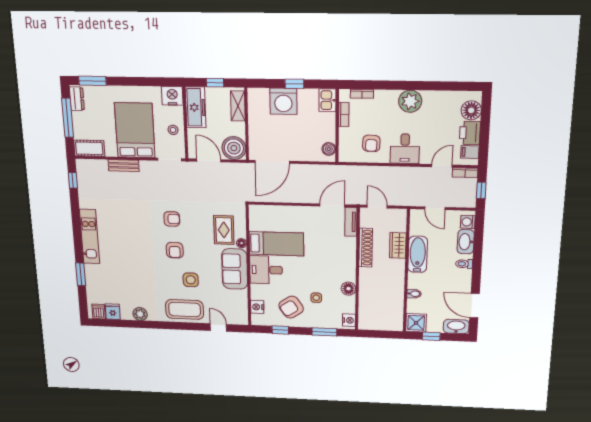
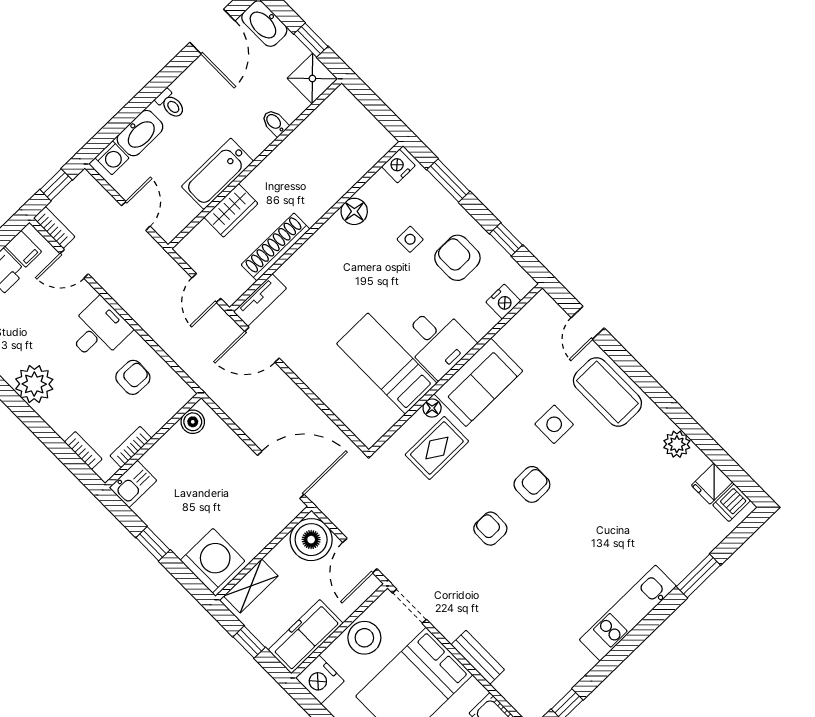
washing machine: (283, 101) -> (213, 561), moved
stool: (173, 130) -> (364, 638), width x1.89, depth x1.89
armchair: (291, 307) -> (457, 258), turned -146

